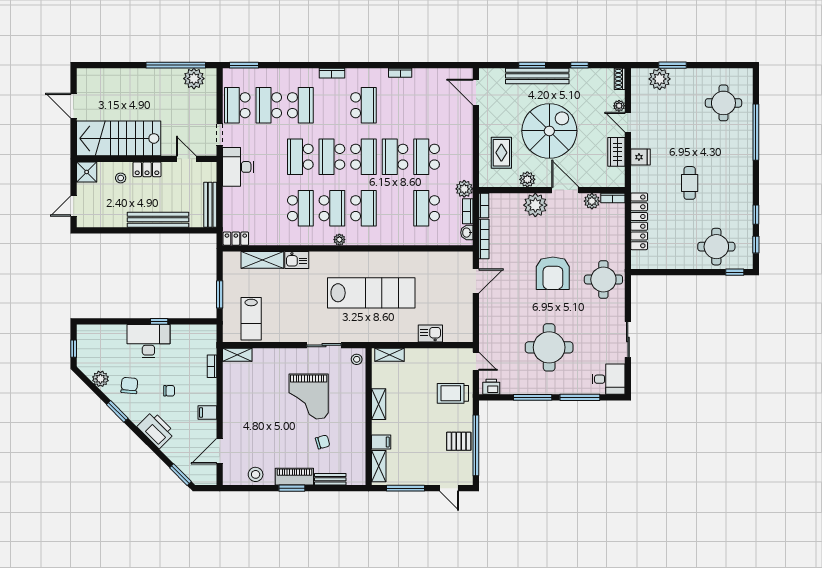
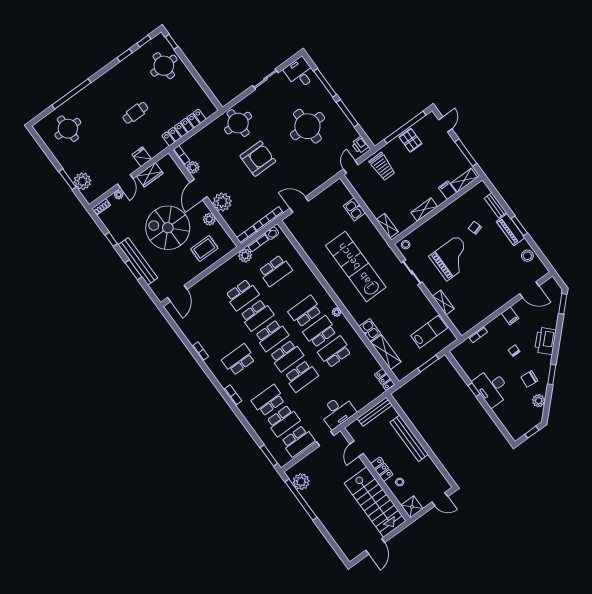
school desk: (363, 157) -> (272, 335), turned 180
shelving: (237, 355) -> (443, 302), moved

